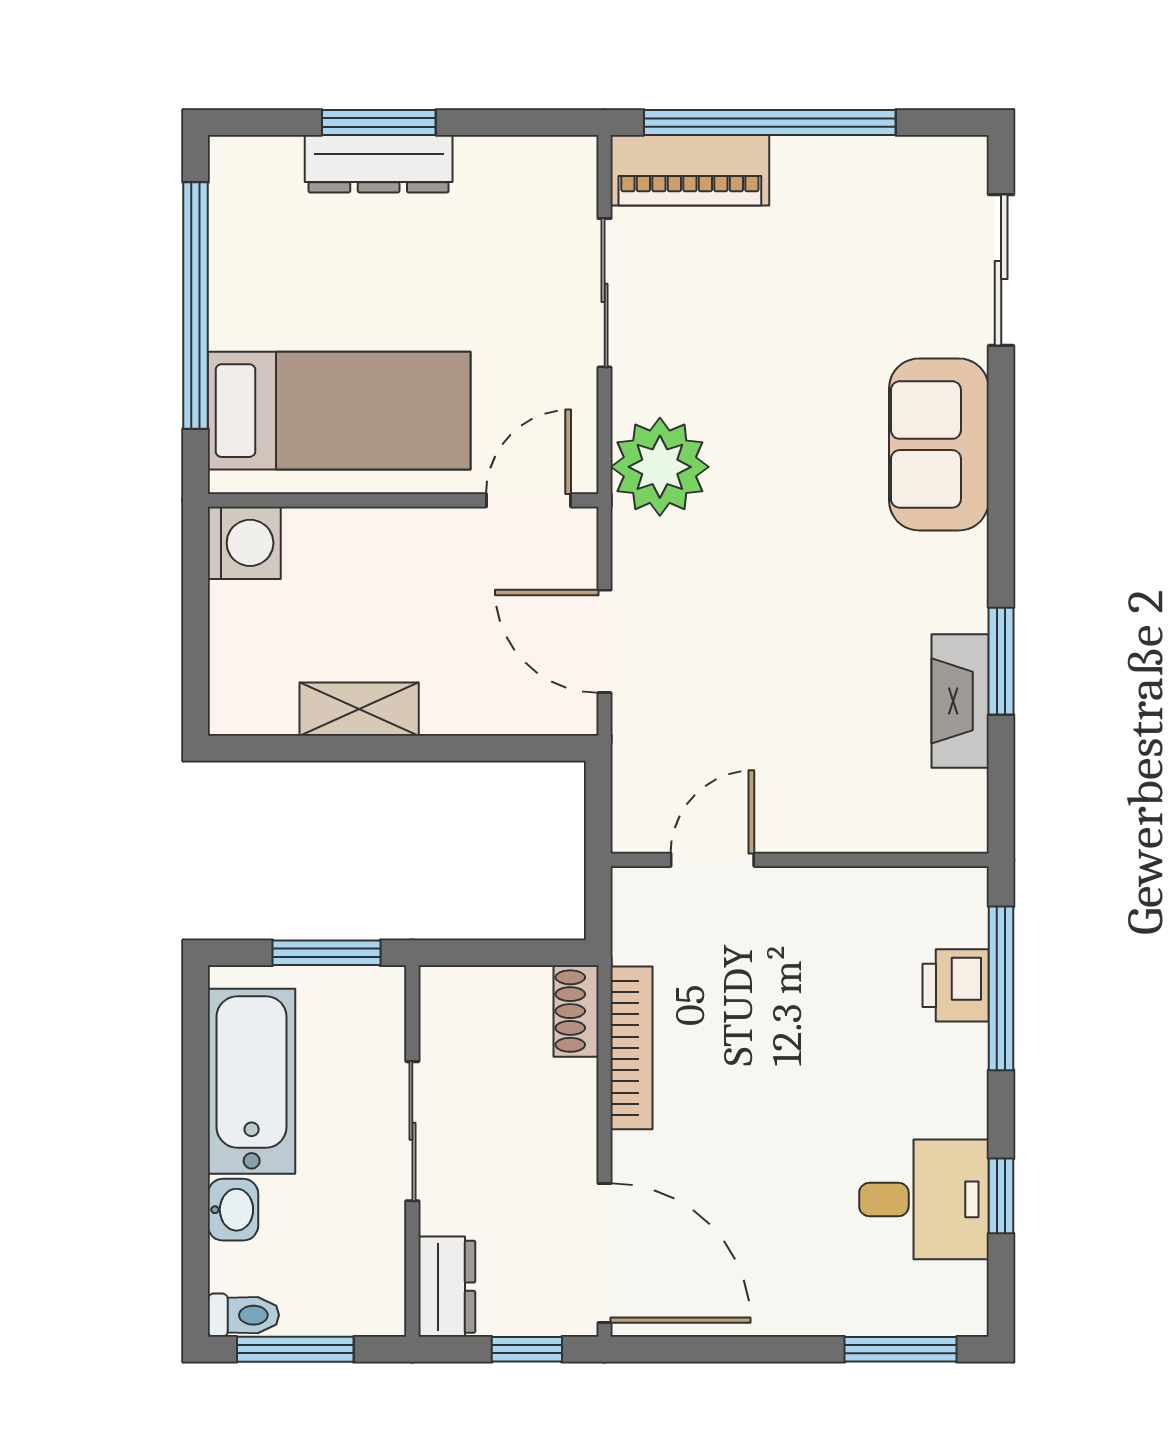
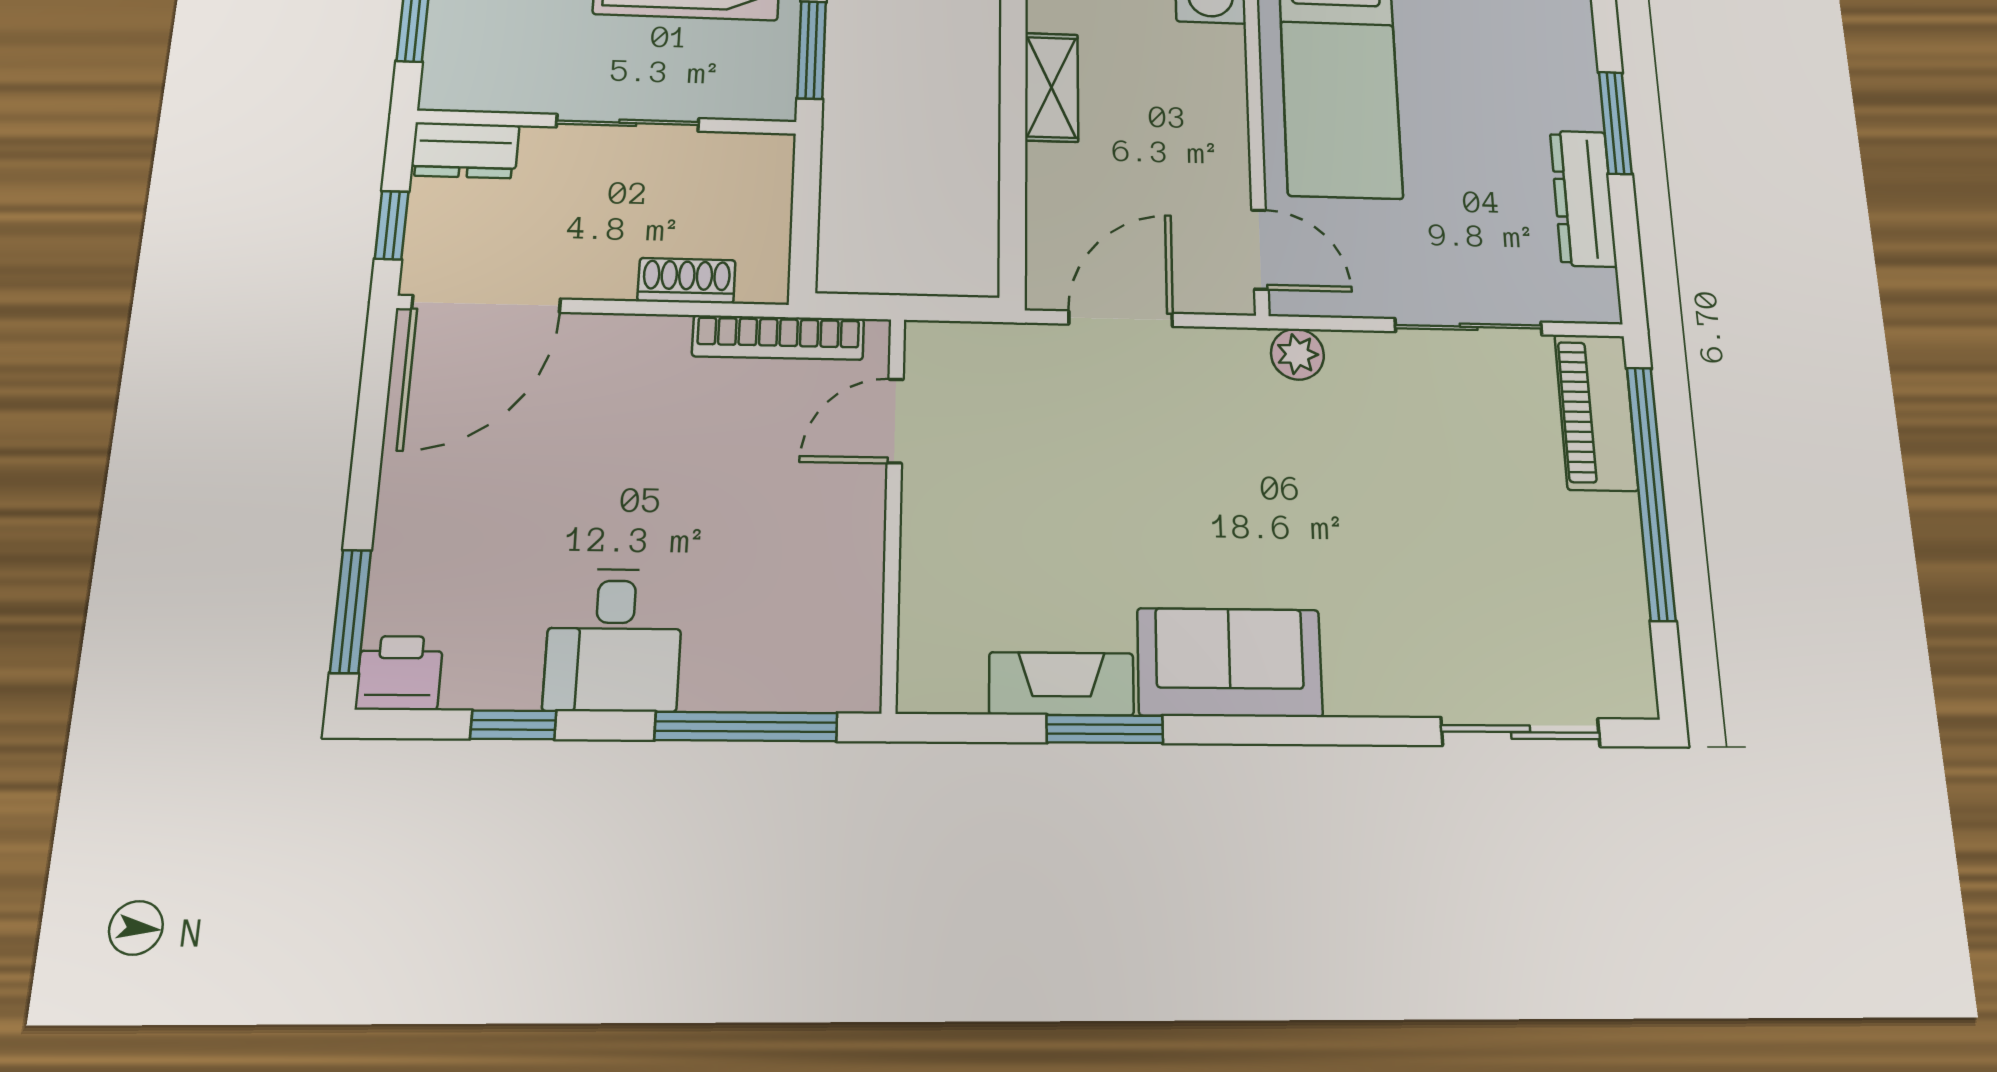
dresser: (379, 164) -> (1583, 198), moved
sofa: (939, 444) -> (1230, 662), moved
plant: (660, 467) -> (1297, 354), width x0.53, depth x0.53
door: (712, 860) -> (895, 421), swing flipped
printer: (956, 985) -> (399, 673), moved
shoe rack: (576, 1011) -> (687, 281), moved
bookcase: (632, 1048) -> (778, 337), moved
desk: (924, 1199) -> (614, 640), moved

